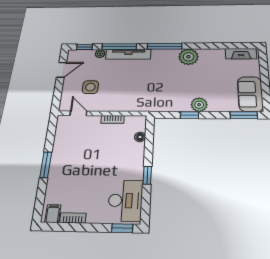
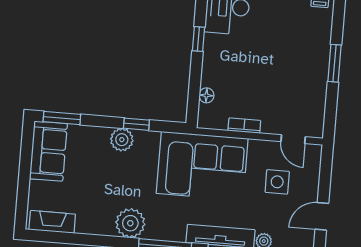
corner sofa: (142, 93) -> (202, 166), added

